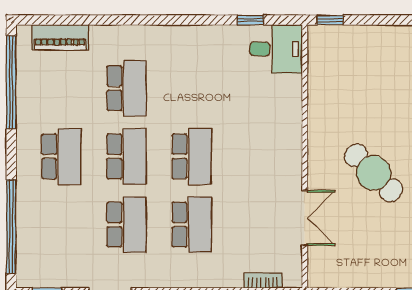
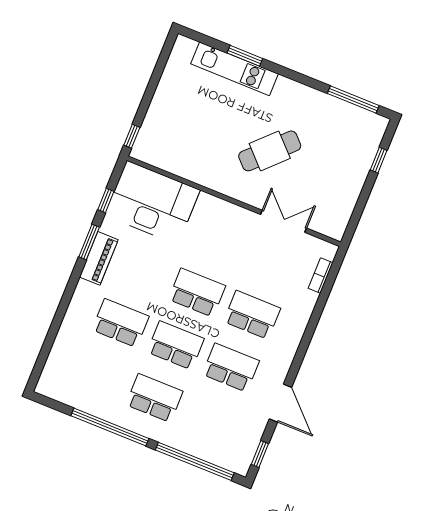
window: (199, 20) -> (89, 242), added
piano: (60, 37) -> (99, 258), moved
desk: (276, 49) -> (152, 203), width x1.87, depth x1.30
window: (11, 82) -> (110, 427), moved

